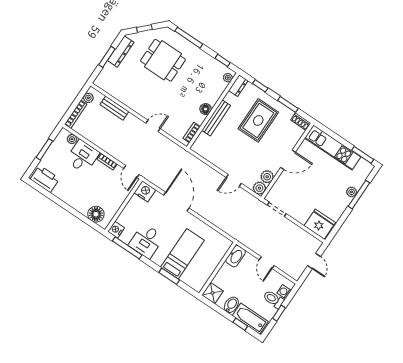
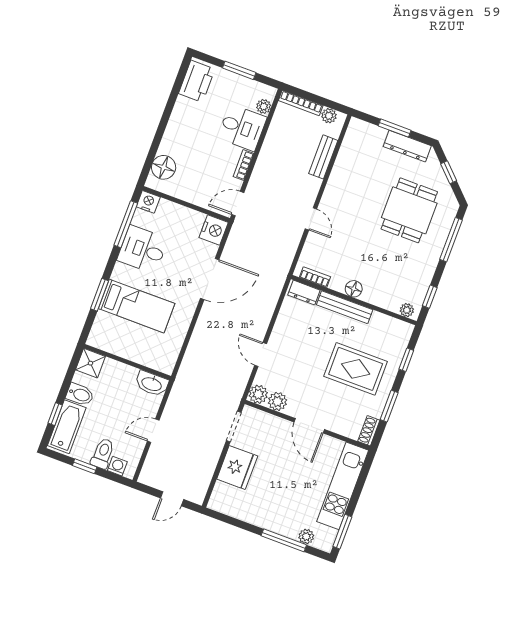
dresser: (238, 86) -> (304, 293), moved
plant: (352, 192) -> (306, 536), moved
fridge: (320, 224) -> (237, 467), moved

